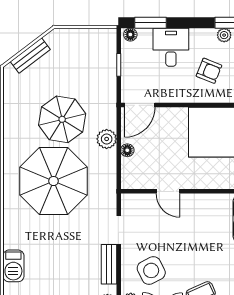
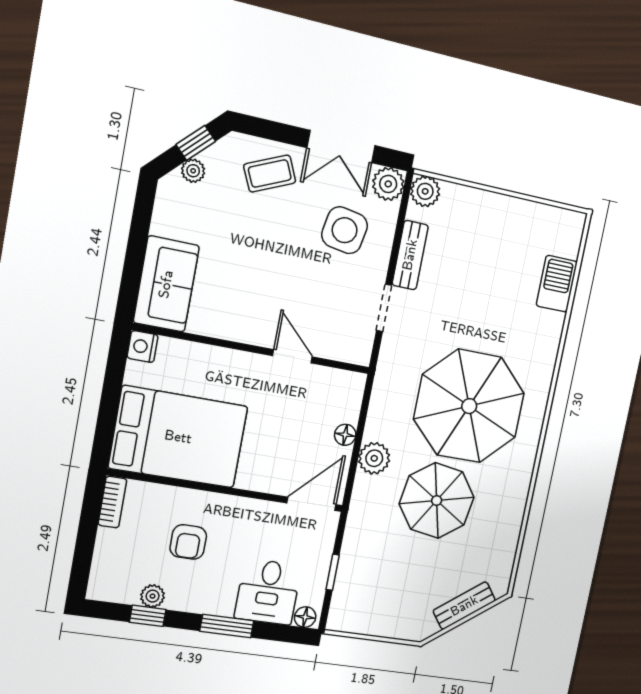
window: (150, 23) -> (227, 626), moved
desk: (171, 47) -> (268, 592), moved
armchair: (209, 71) -> (188, 542), turned -112
side table: (151, 270) -> (345, 230), turned 37

